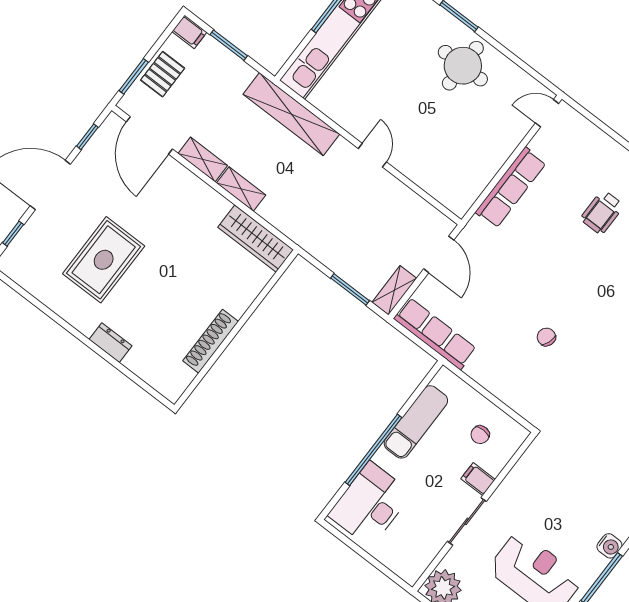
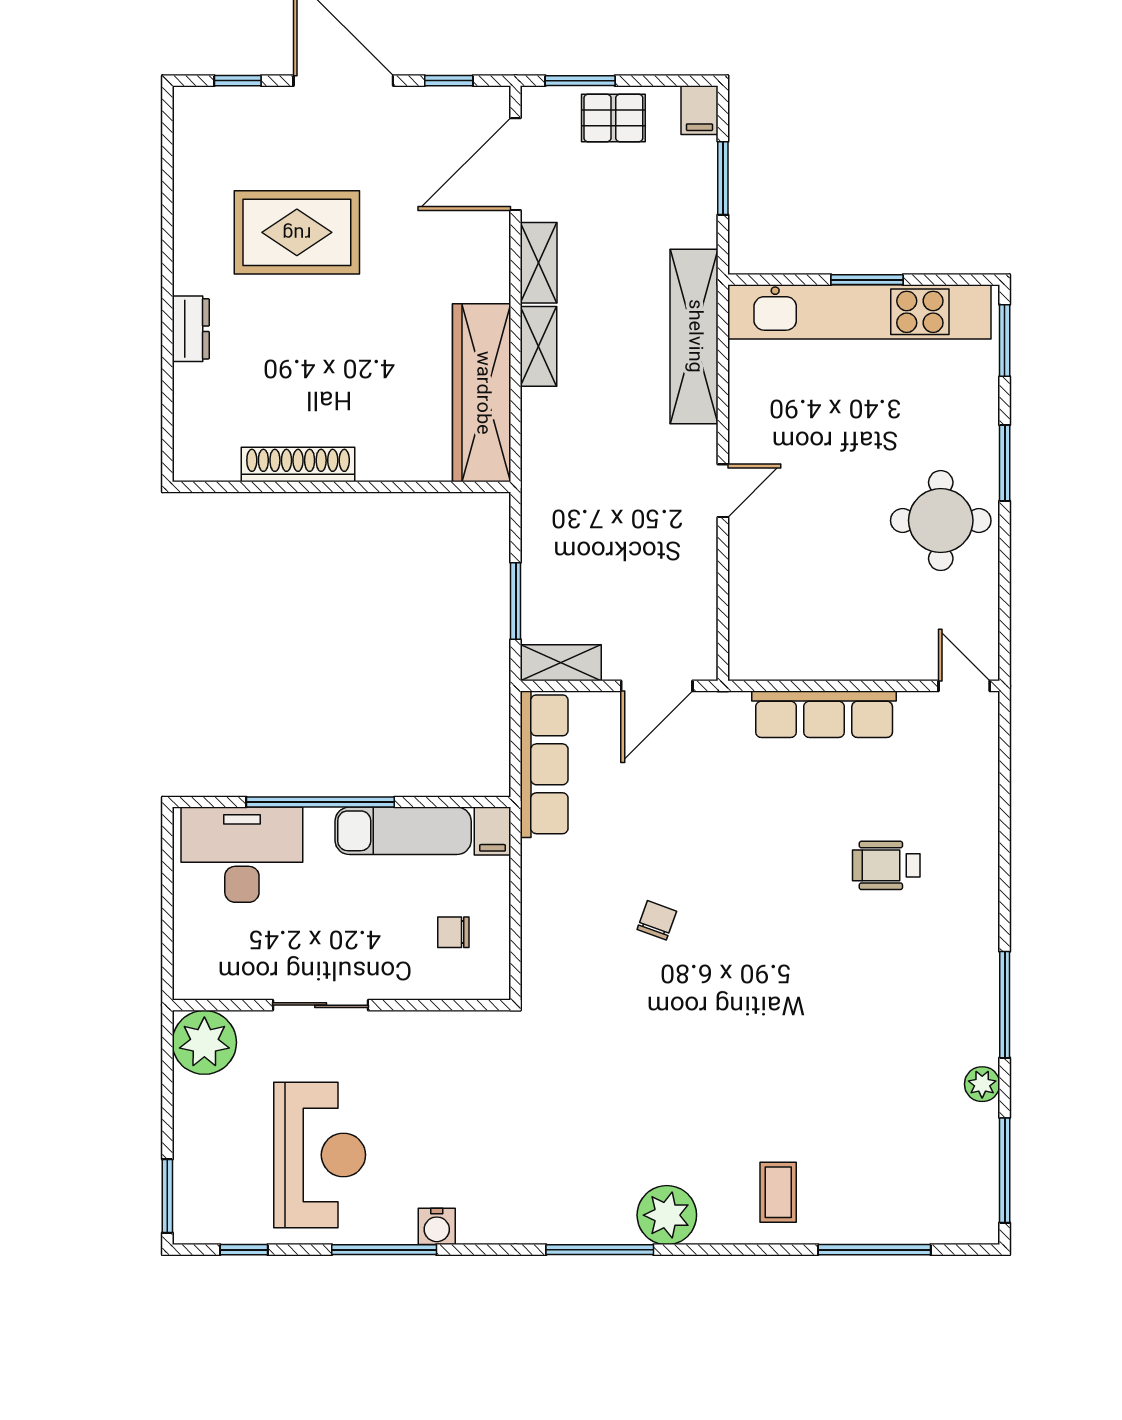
wardrobe: (256, 239) -> (482, 393), width x1.40, depth x1.17
filing cabinet: (478, 479) -> (492, 831), moved, turned 180

